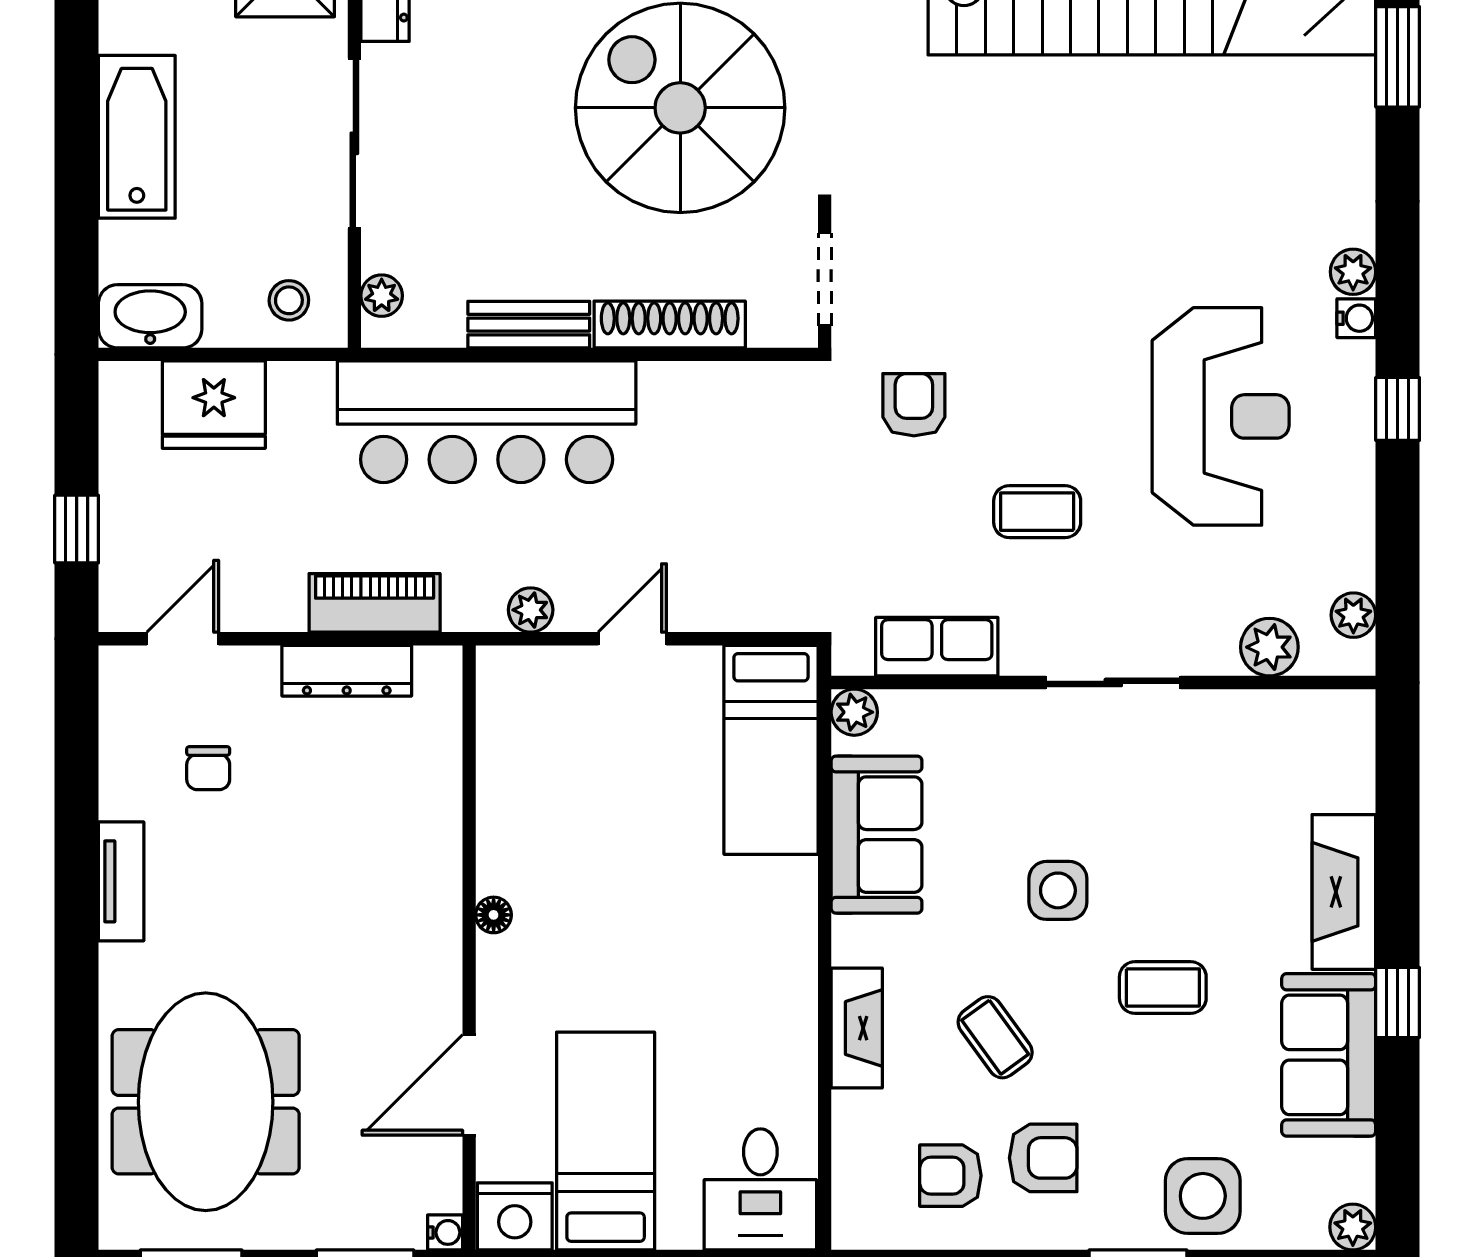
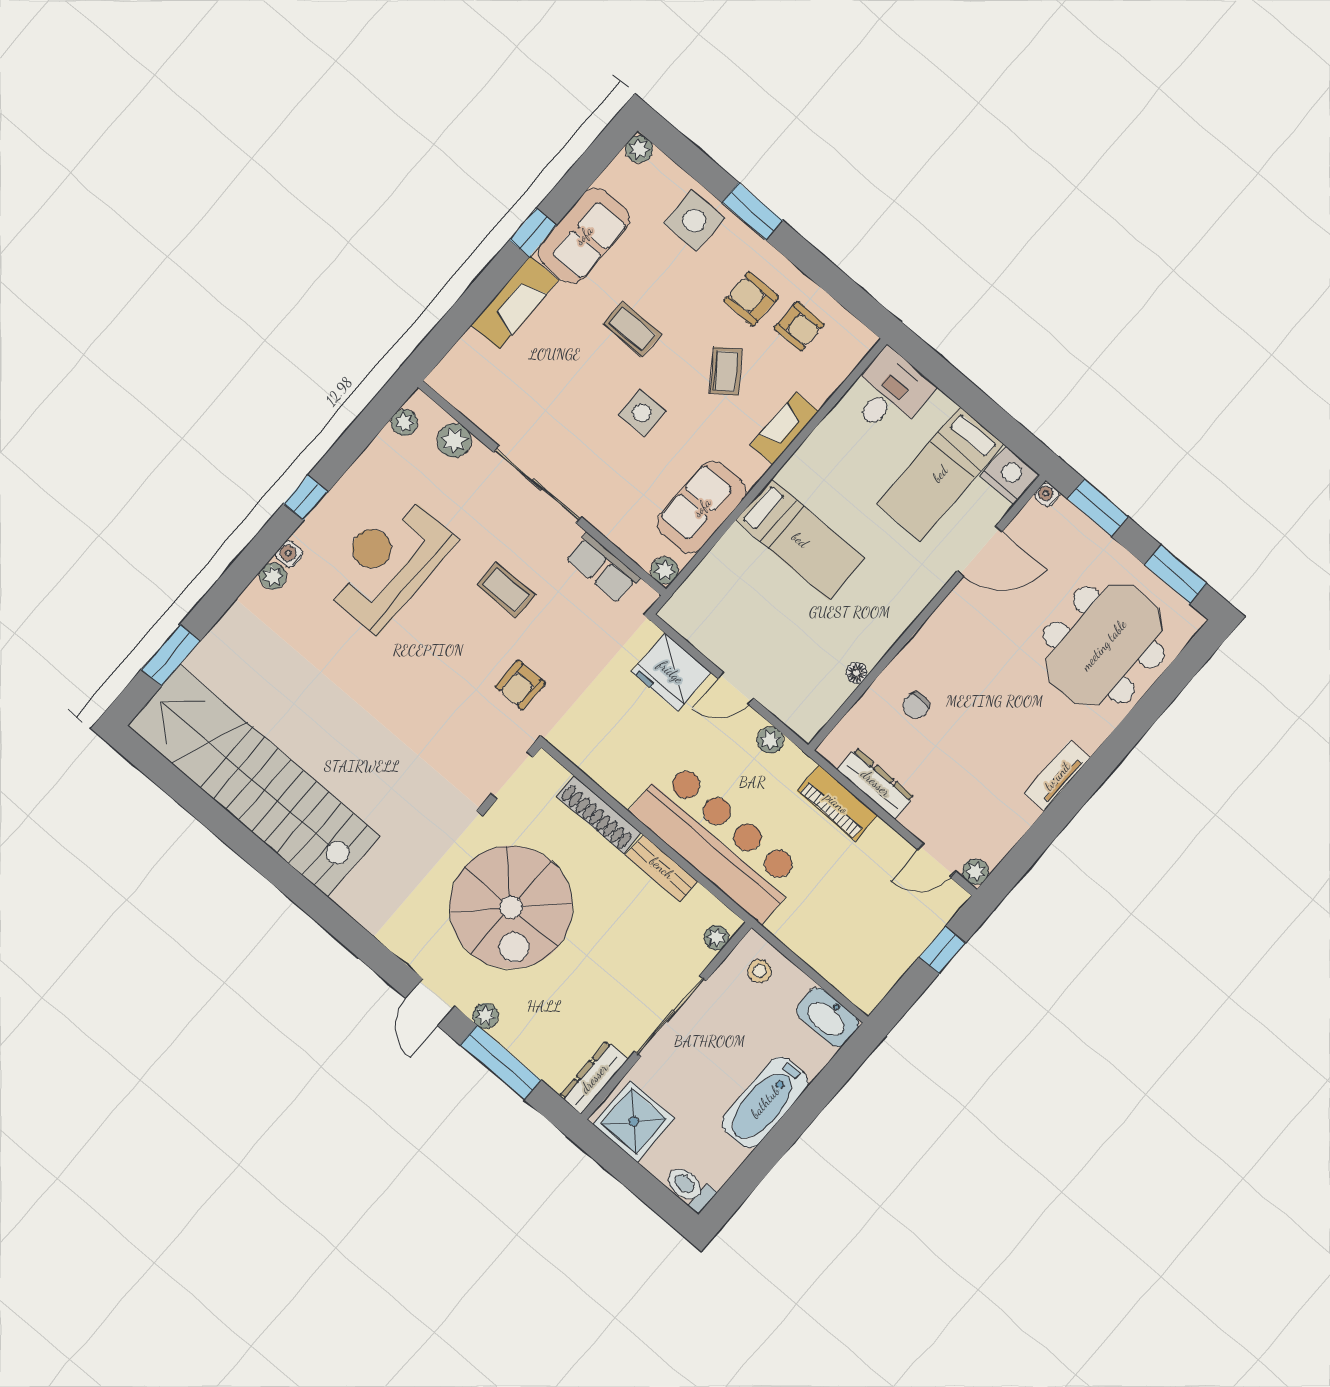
fridge: (214, 405) -> (671, 672), moved, turned 180
plant: (120, 667) -> (975, 872), added
sliding door: (1113, 682) -> (538, 484), width x1.37
bed: (771, 750) -> (800, 540), moved, turned 90
chair: (208, 768) -> (916, 706), moved, turned 180
floor lamp: (494, 915) -> (857, 673), moved

